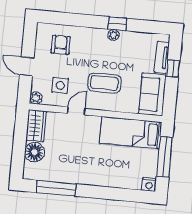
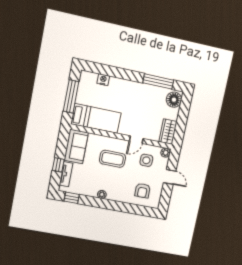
window: (117, 24) -> (72, 198), moved
floor lamp: (35, 152) -> (174, 100), moved
nightstand: (149, 185) -> (103, 80), moved

